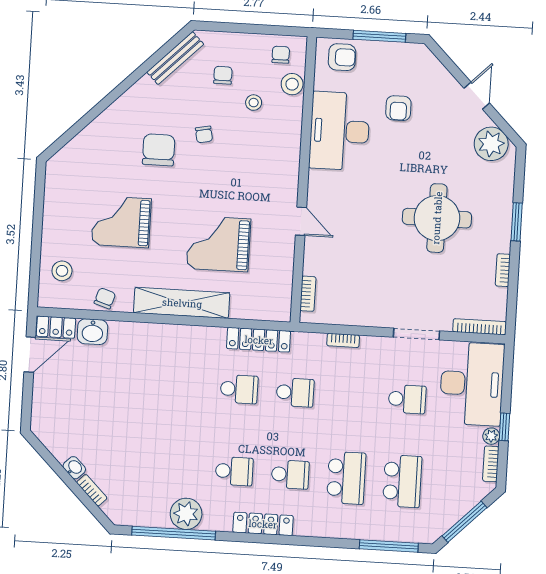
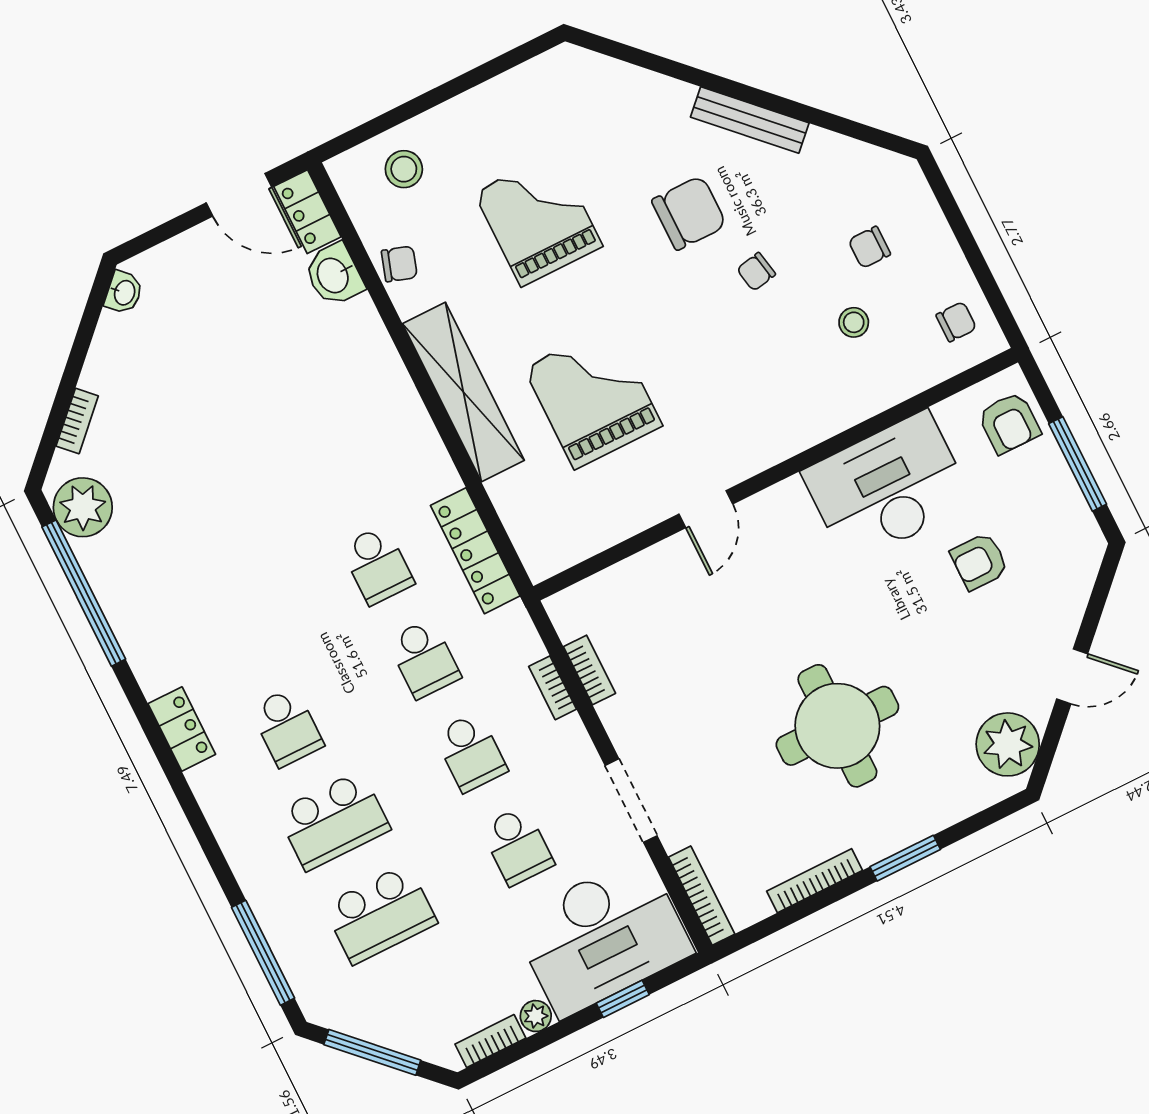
bench: (175, 58) -> (750, 120), moved
chair: (223, 75) -> (869, 247), turned 180
stool: (292, 84) -> (919, 367), removed
bookcase: (503, 270) -> (815, 881), width x1.56
bookcase: (308, 294) -> (590, 670), moved, turned -90
window: (504, 427) -> (623, 999), moved
washbasin: (74, 468) -> (124, 292), moved
school desk: (234, 471) -> (471, 752), moved
plant: (186, 514) -> (83, 507), moved
locker: (263, 524) -> (182, 729), width x0.66

